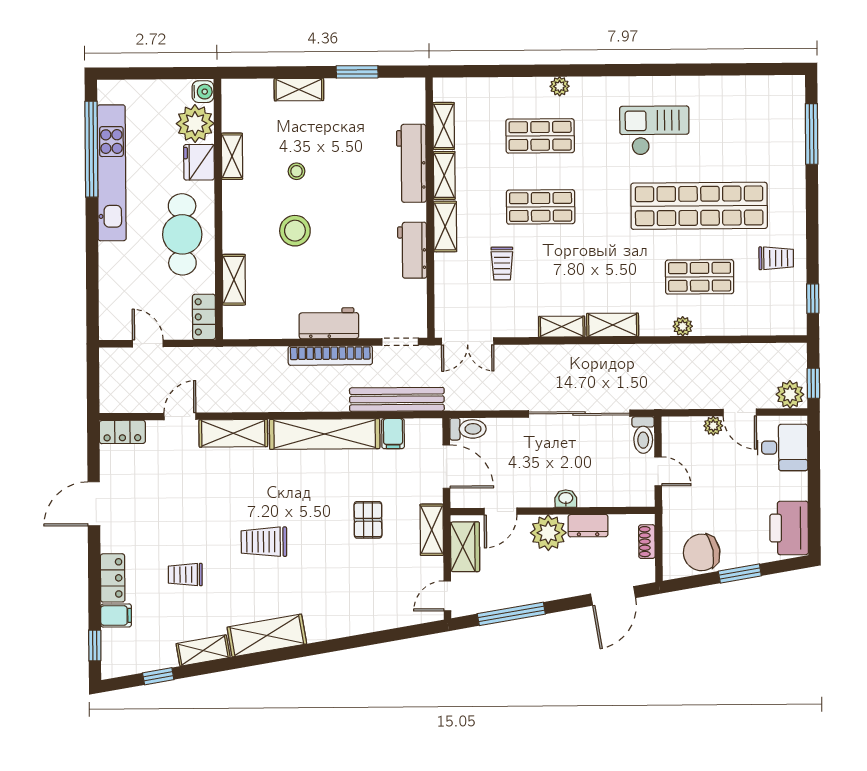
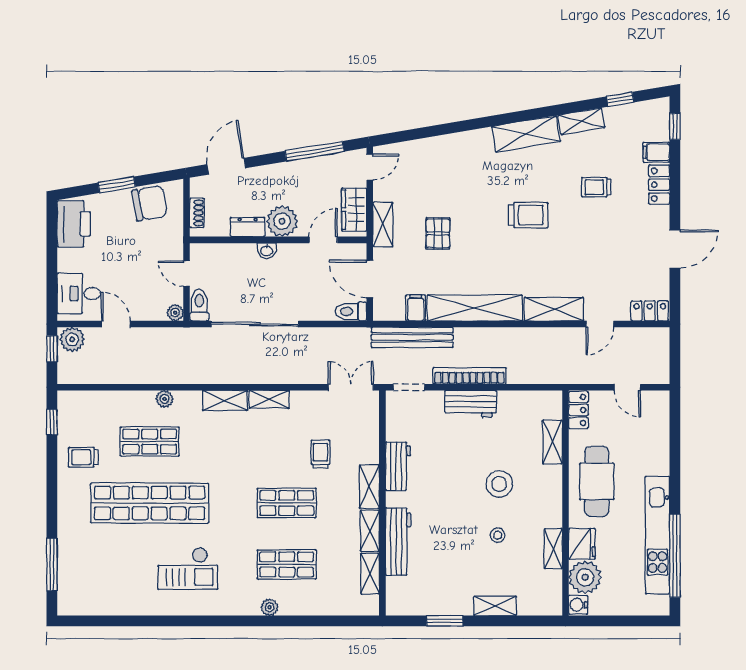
plant: (713, 426) -> (175, 313), moved
trolley: (185, 575) -> (596, 187), turned 180

